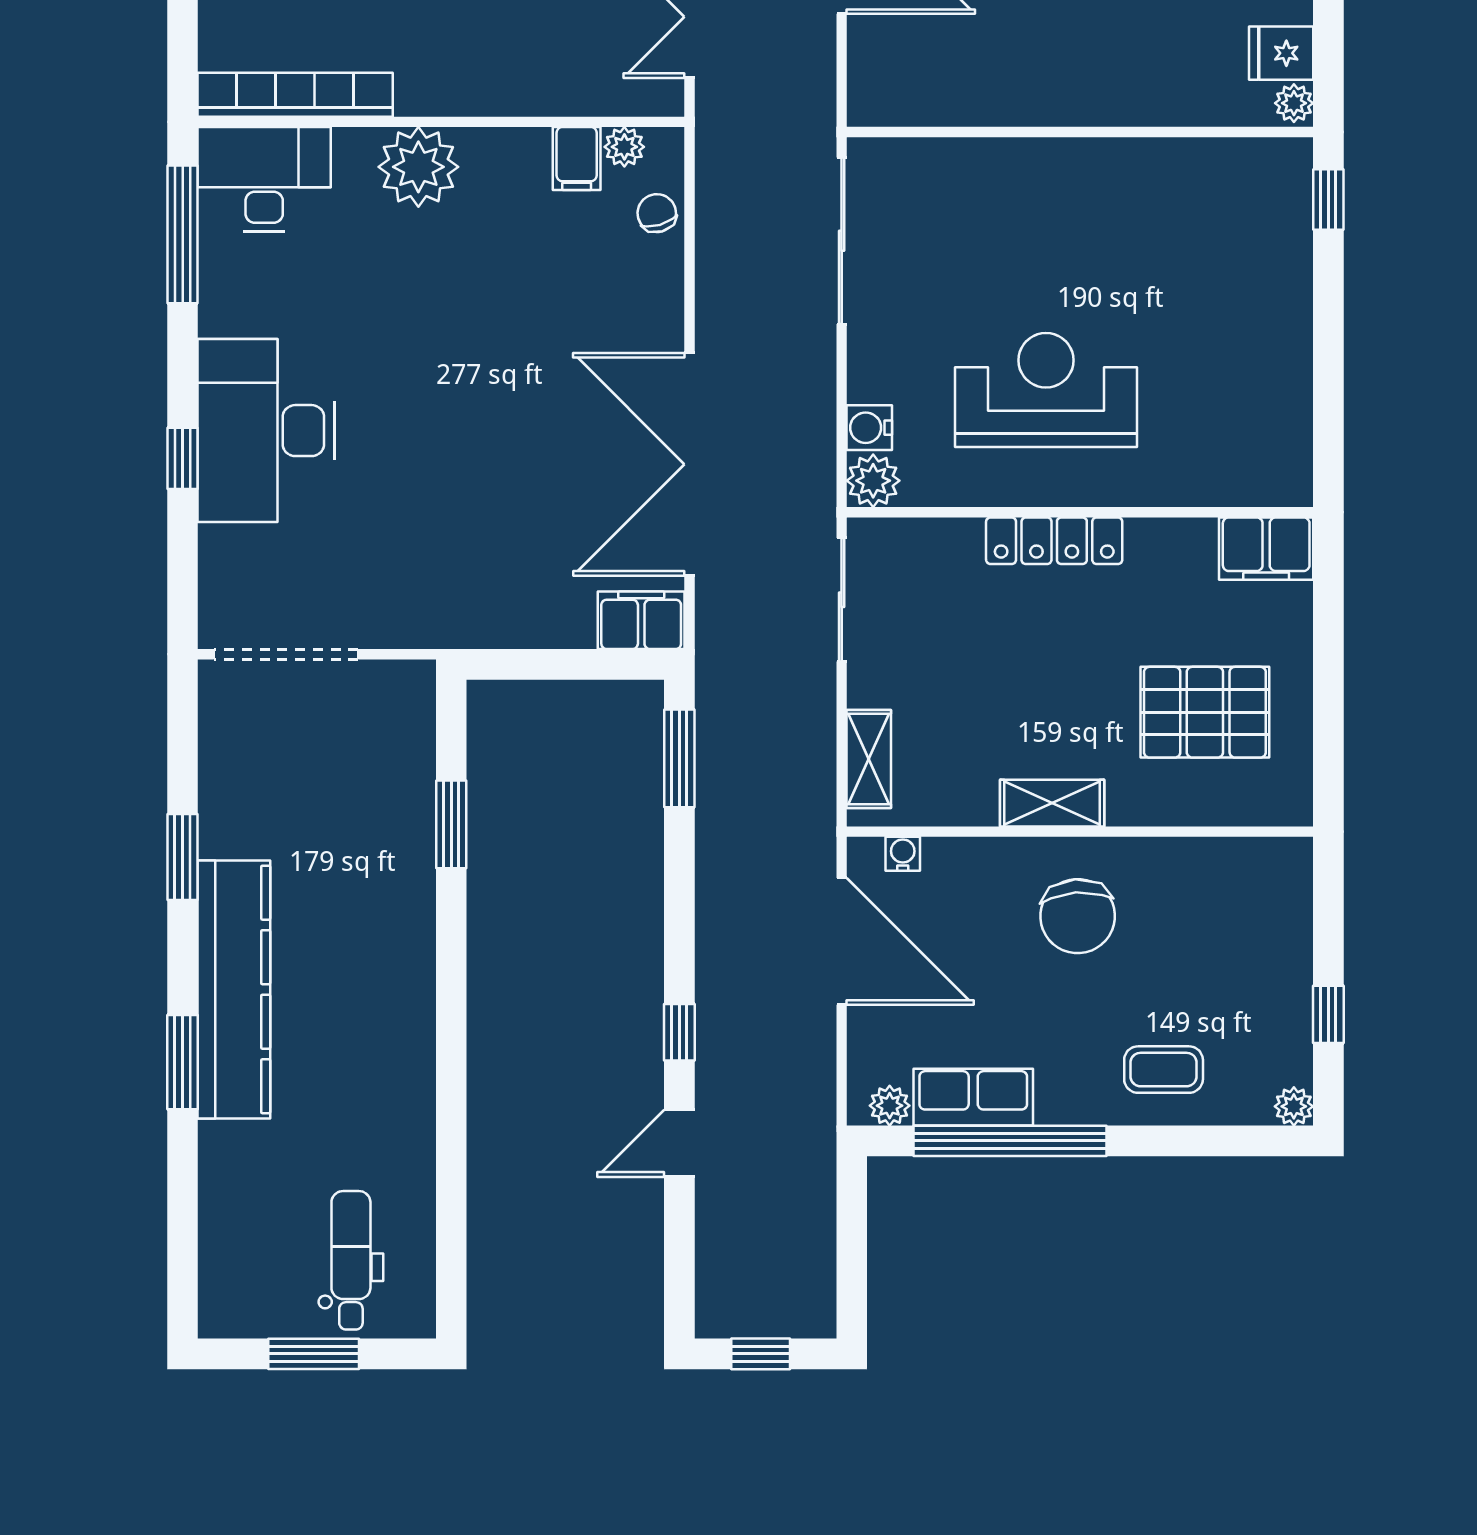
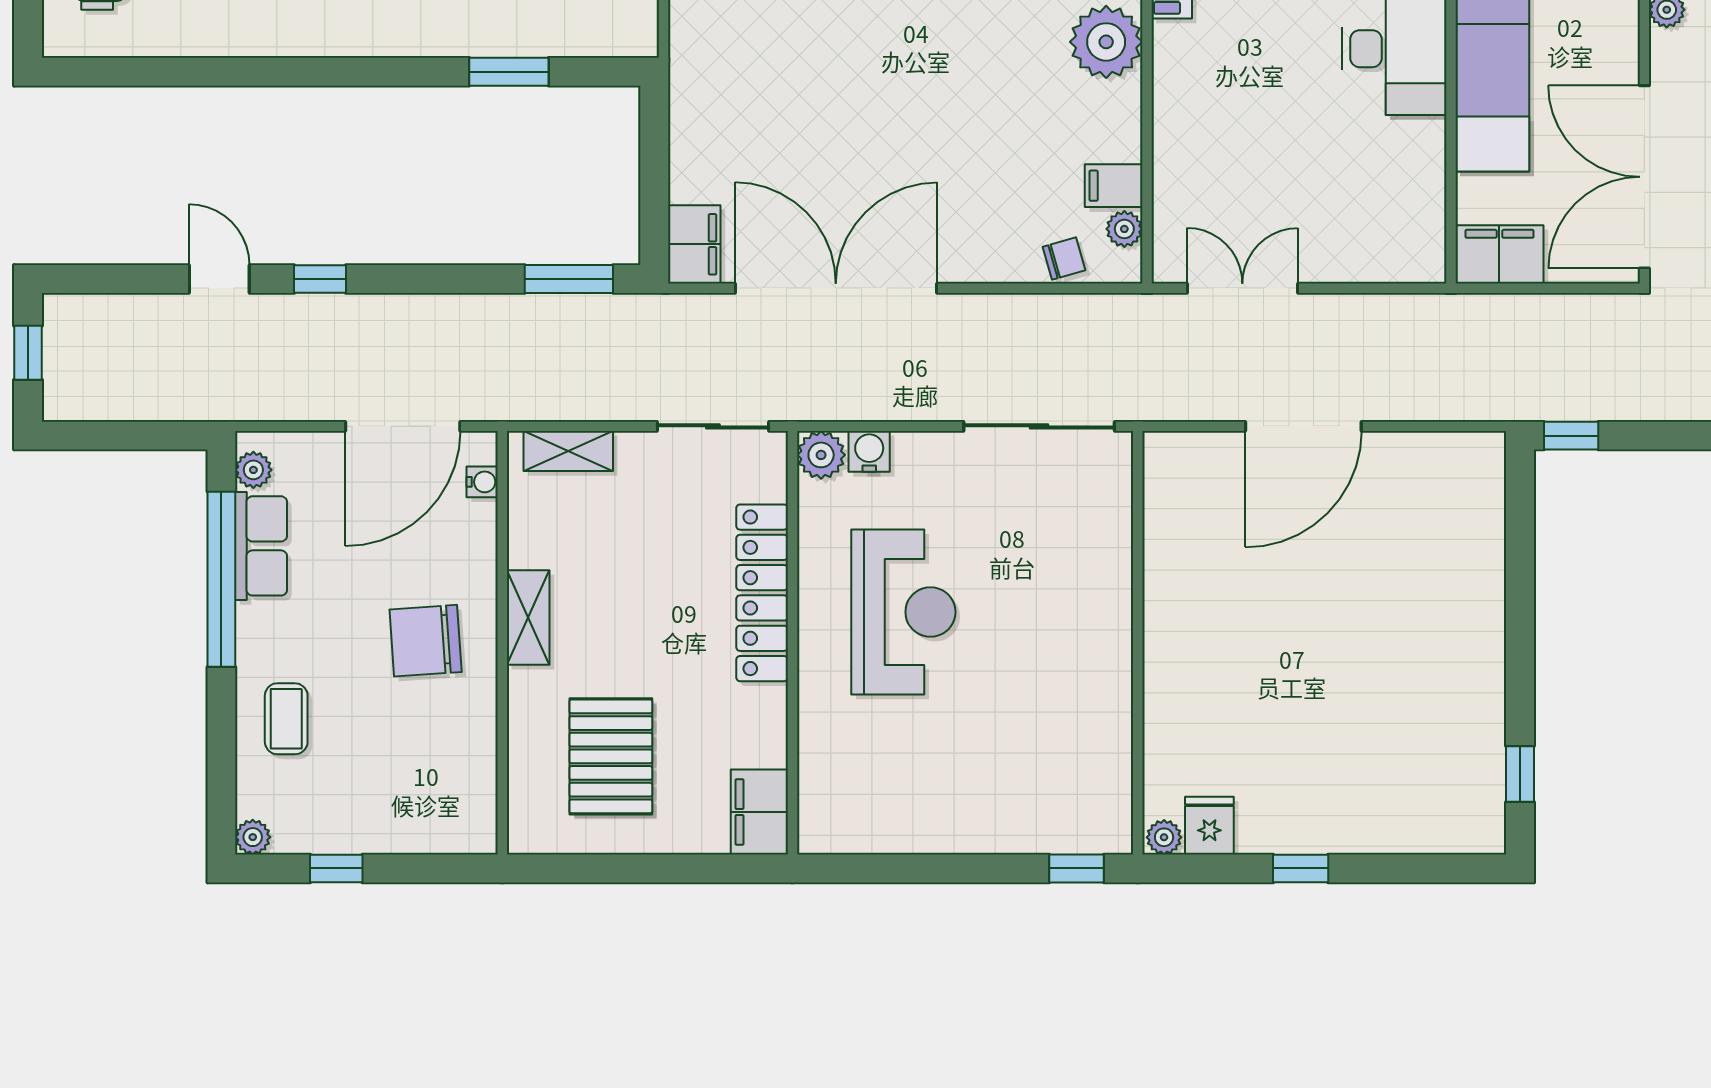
locker: (1054, 541) -> (762, 593), width x1.41, depth x1.21

